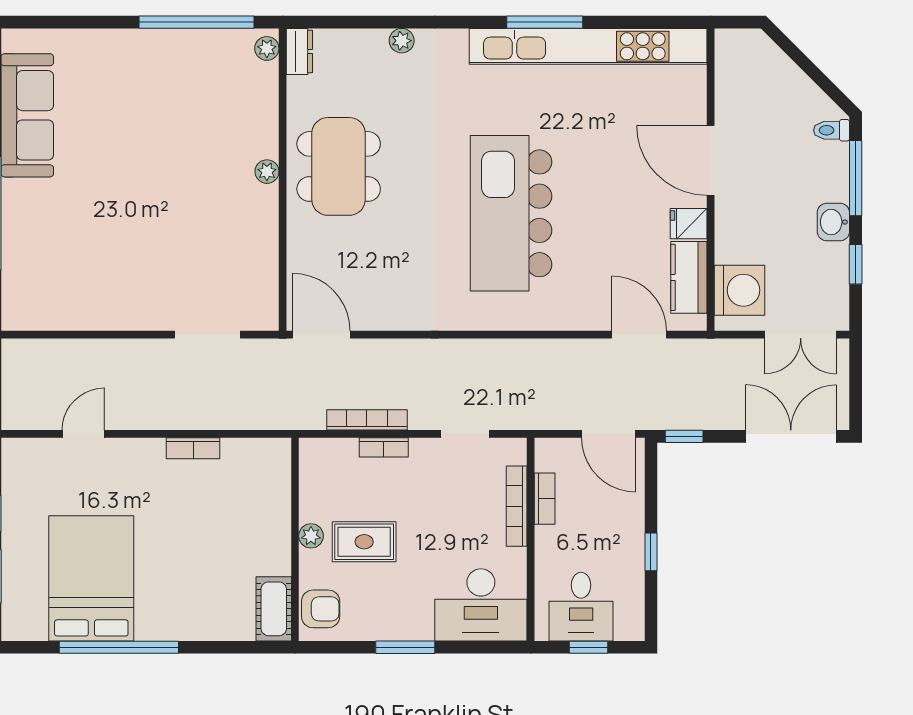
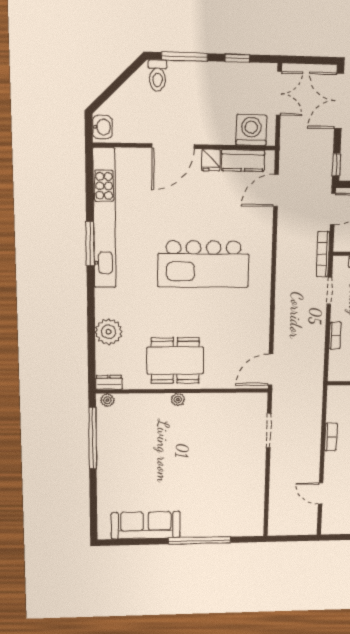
plant: (402, 41) -> (108, 332), width x1.88, depth x1.88
toilet: (832, 130) -> (158, 75), width x1.37, depth x1.39
washbasin: (833, 222) -> (102, 127), moved, turned -90
bookcase: (367, 420) -> (323, 254), moved

